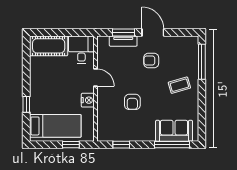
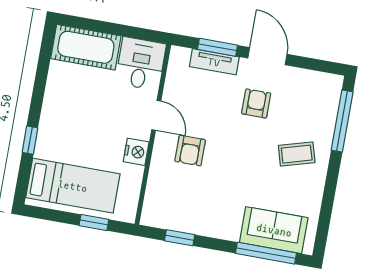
armchair: (151, 61) -> (256, 103), turned 90
armchair: (132, 102) -> (190, 151), moved

